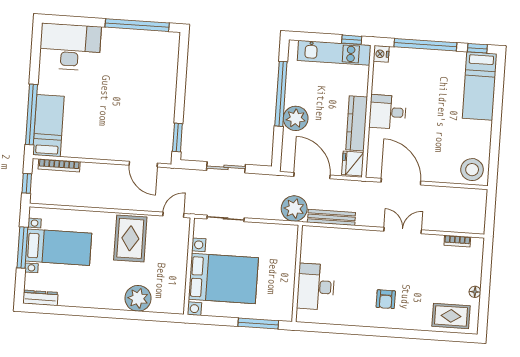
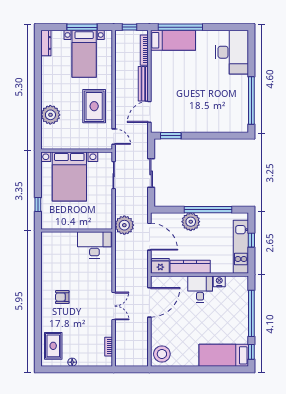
window: (352, 40) -> (251, 240), moved
nightstand: (381, 54) -> (219, 281), moved
door: (312, 176) -> (149, 237), hinge flipped
bench: (331, 217) -> (143, 84), moved
rug: (130, 238) -> (94, 106), turned 90
desk: (316, 287) -> (94, 245), moved
window: (258, 324) -> (38, 204), width x0.46

